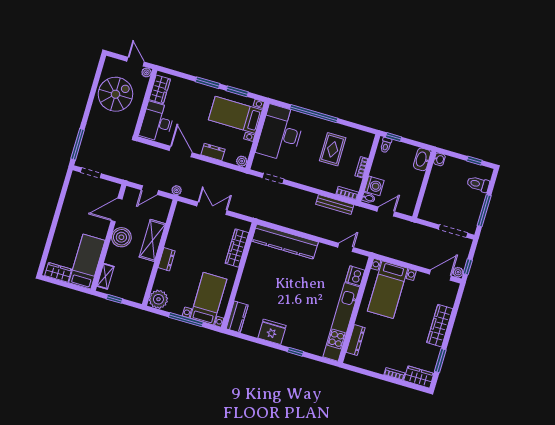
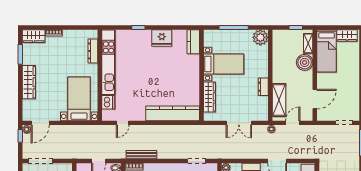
boiler: (121, 237) -> (305, 62), moved
shelving: (152, 240) -> (279, 100), moved
dresser: (167, 259) -> (263, 87), moved
bed with nightstands: (208, 299) -> (224, 64), moved, turned -90

